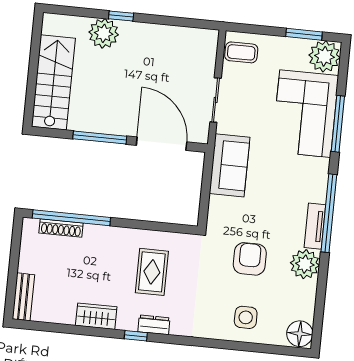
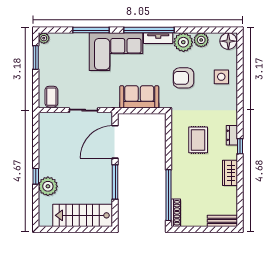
plant: (324, 56) -> (44, 38), width x0.53, depth x0.53
corner sofa: (305, 114) -> (116, 52), moved
sofa: (230, 165) -> (139, 97), moved
shoe rack: (61, 228) -> (176, 213), moved
rug: (152, 272) -> (198, 140), turned 90
plant: (306, 292) -> (201, 40), added

